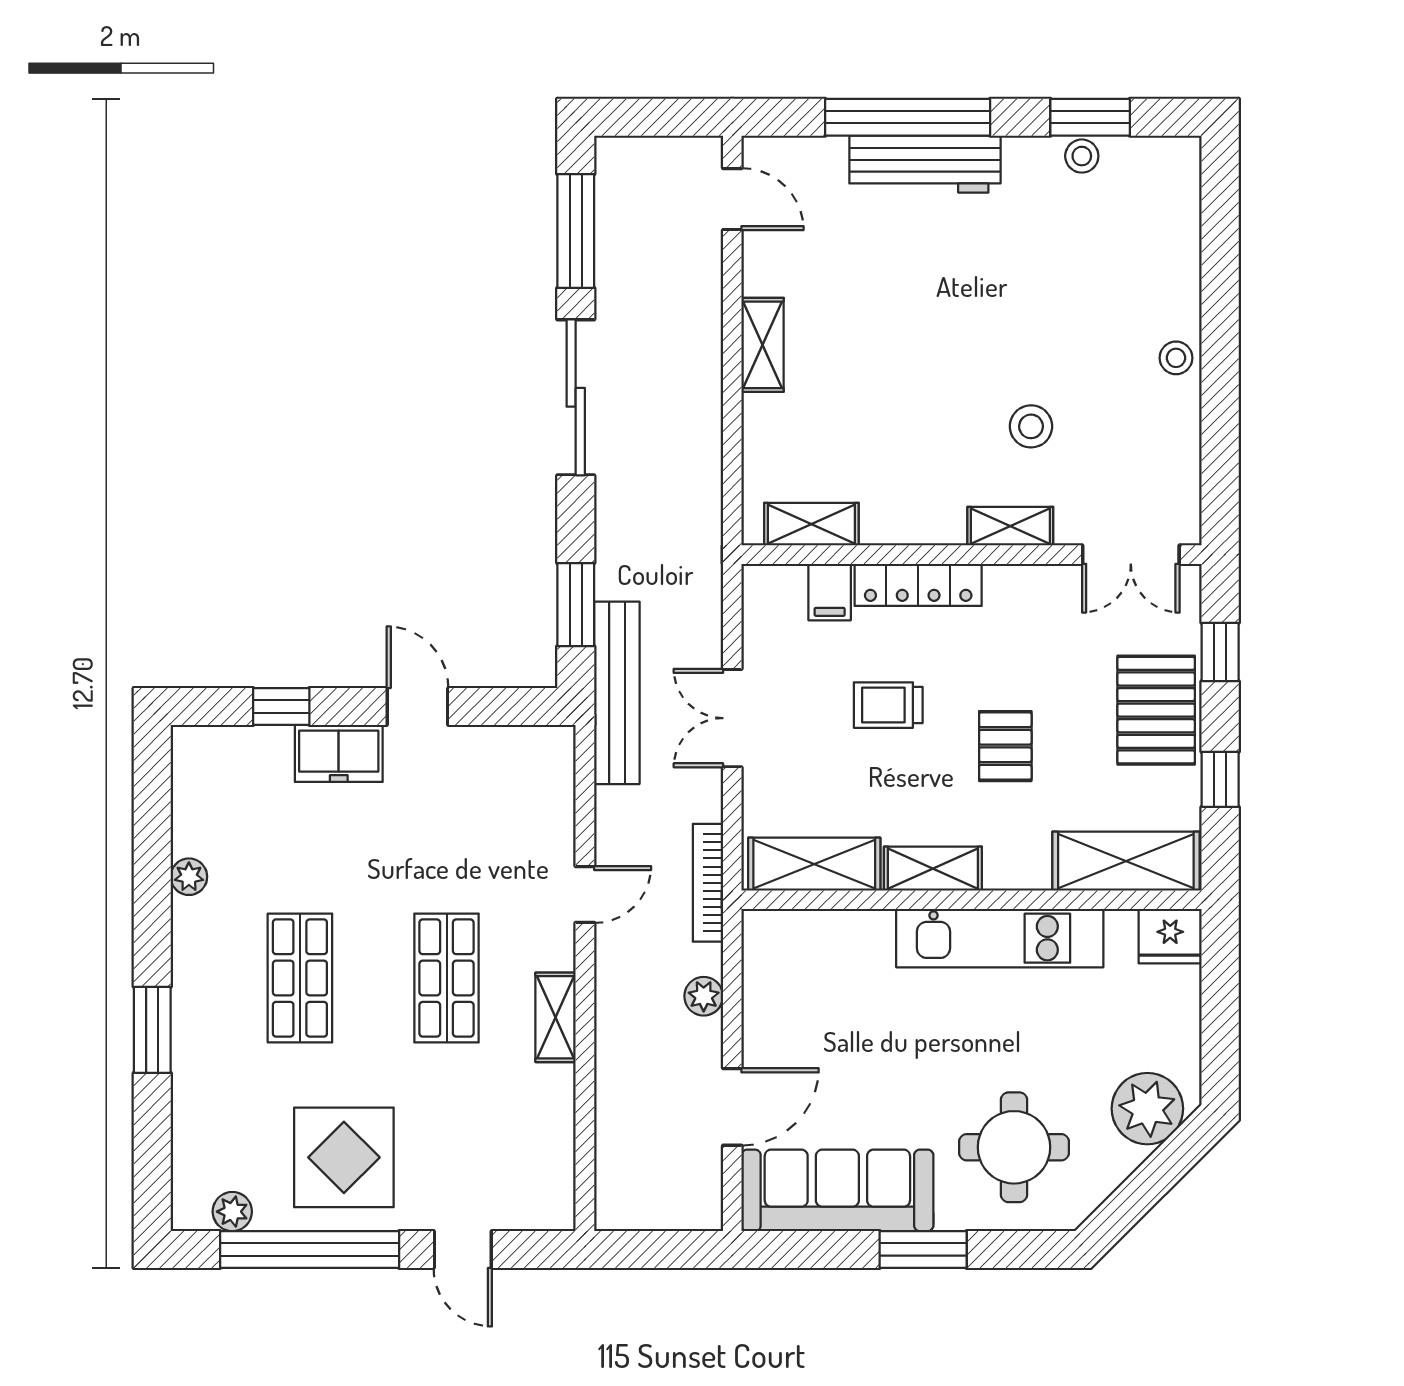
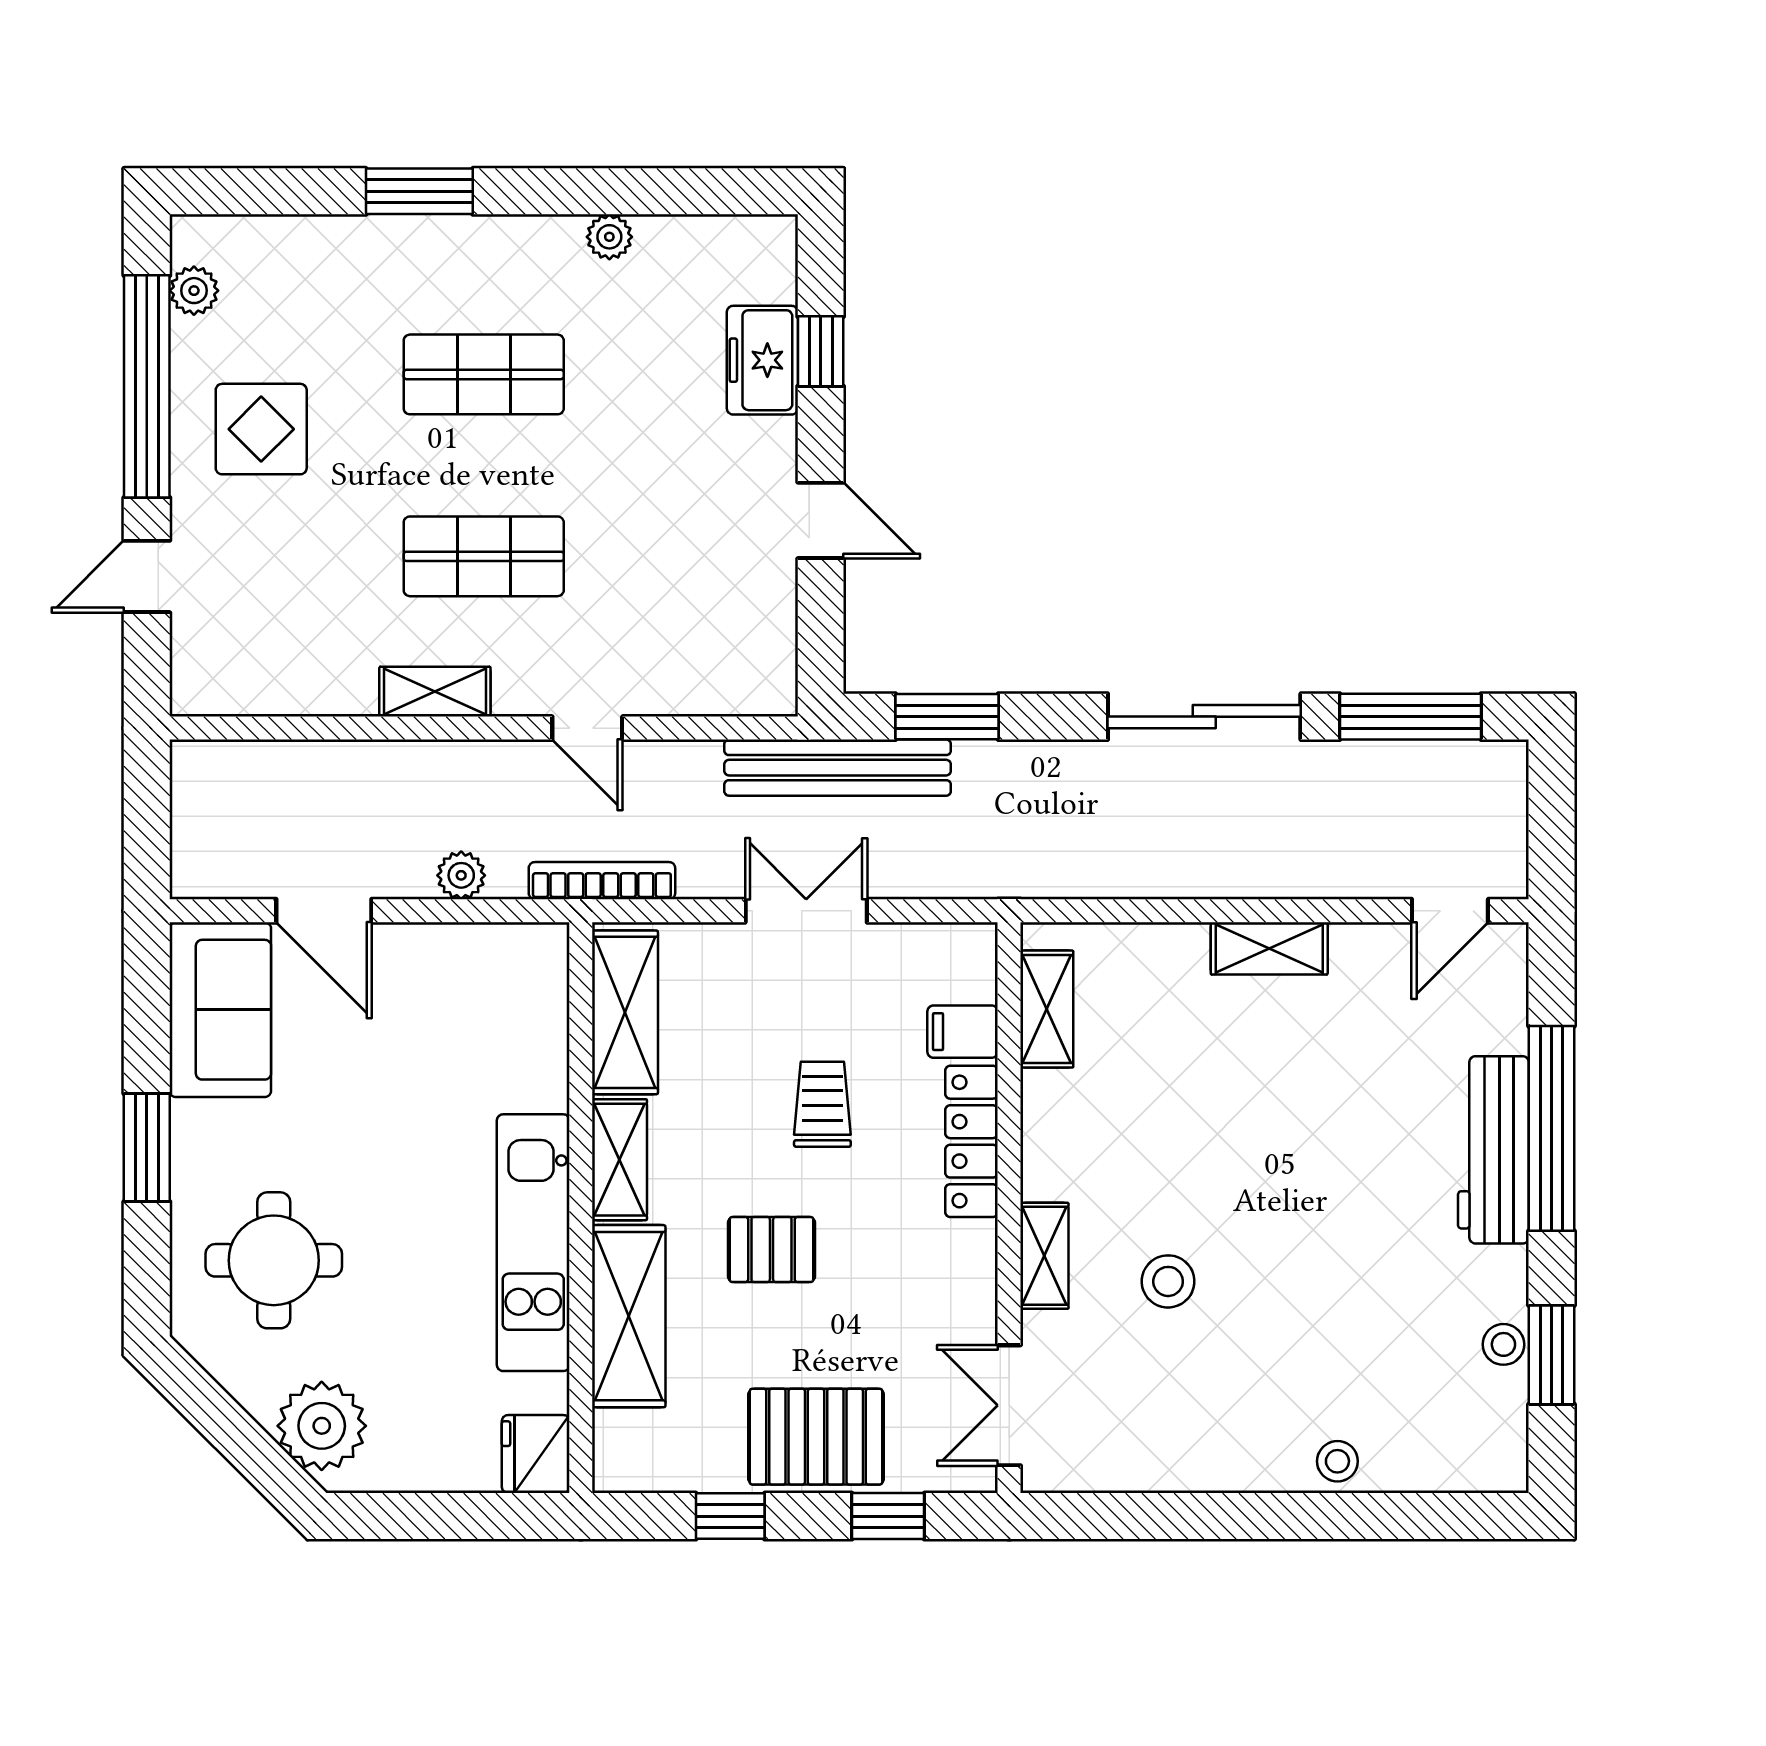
stool: (1176, 358) -> (1337, 1461), moved
door: (418, 706) -> (821, 520), hinge flipped
freezer: (339, 753) -> (762, 360), moved
shelving: (1126, 861) -> (629, 1316), moved
display table: (344, 1157) -> (261, 429), width x0.73, depth x0.73
sofa: (837, 1190) -> (220, 1010), width x0.73

